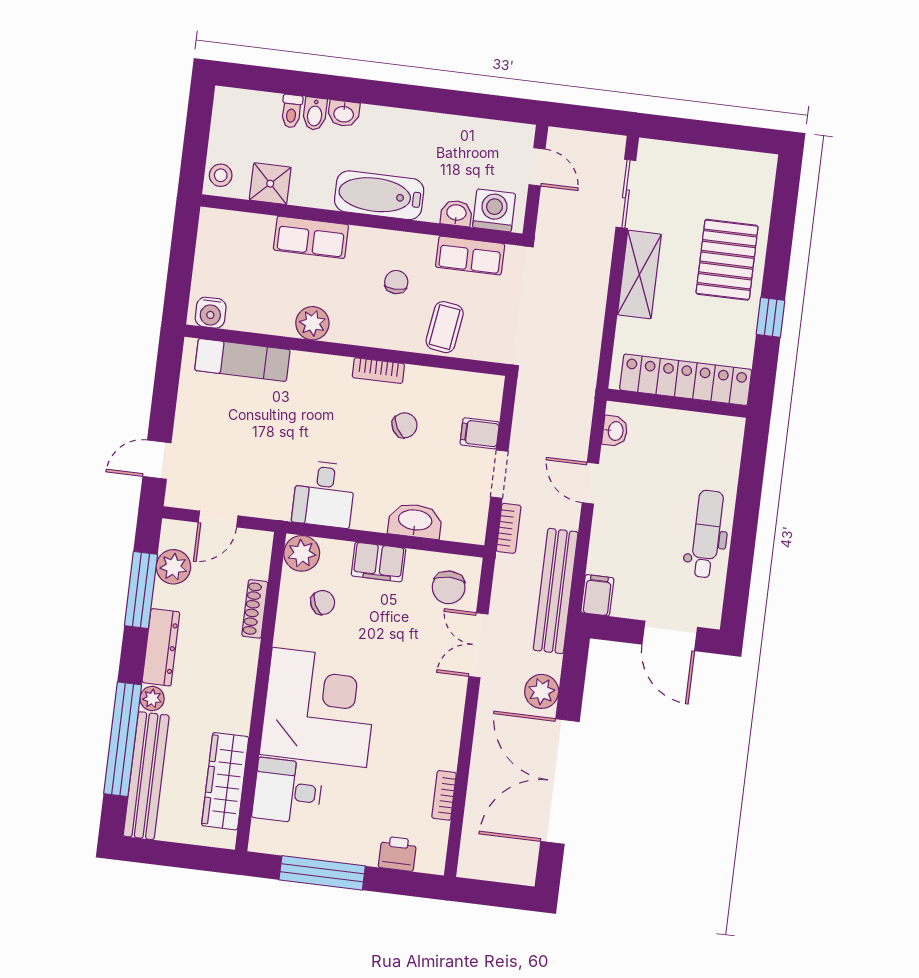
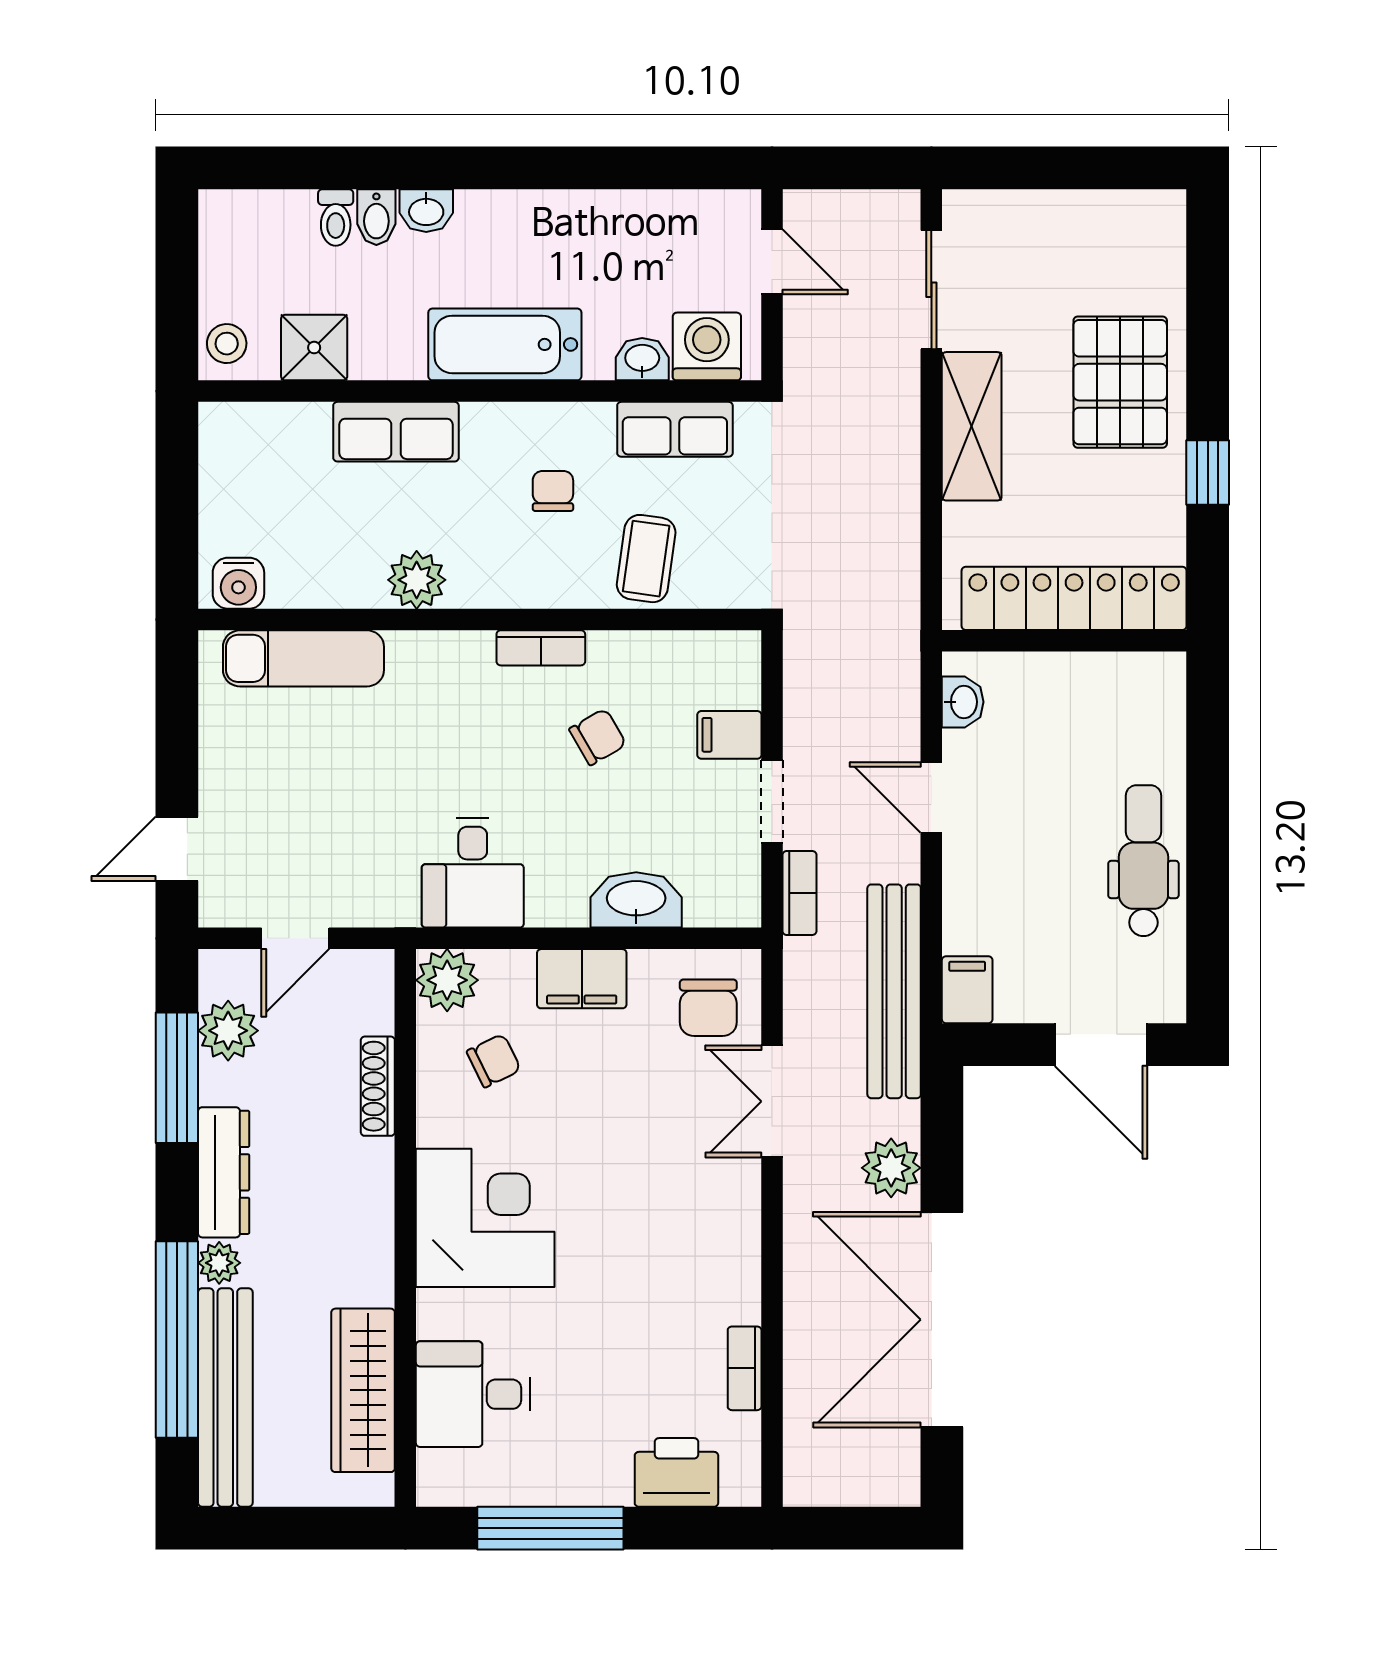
corner desk: (319, 707) -> (485, 1218), width x0.74, depth x0.74
printer: (398, 854) -> (676, 1472), width x1.36, depth x1.24

